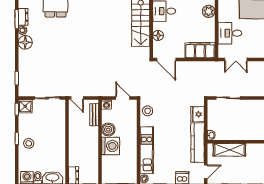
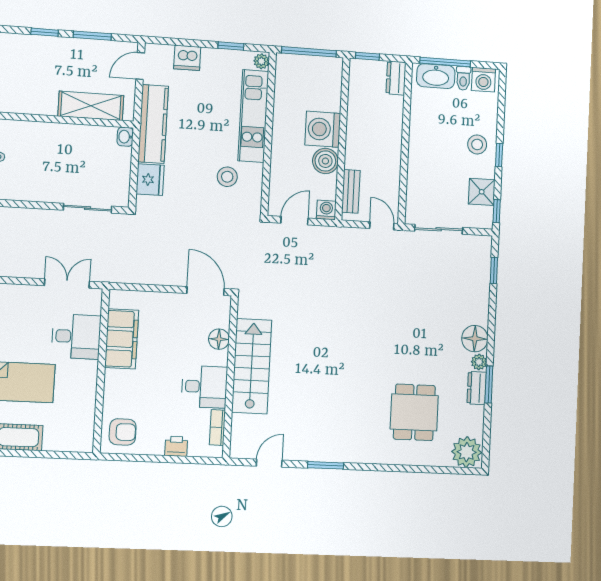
plant: (209, 11) -> (116, 382), removed
filing cabinet: (200, 50) -> (122, 339), moved, turned -90
door: (123, 98) -> (294, 221), swing flipped
shower: (25, 106) -> (482, 192), moved
stool: (148, 111) -> (227, 177), moved

